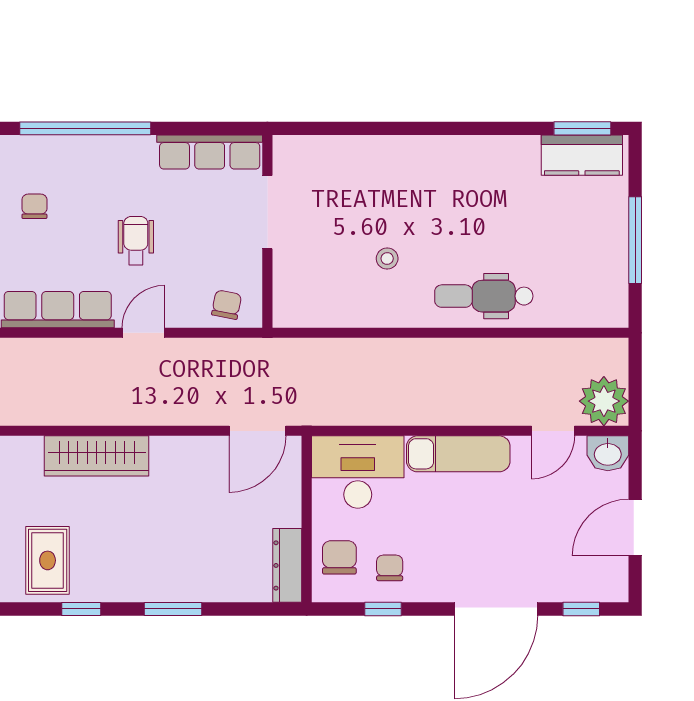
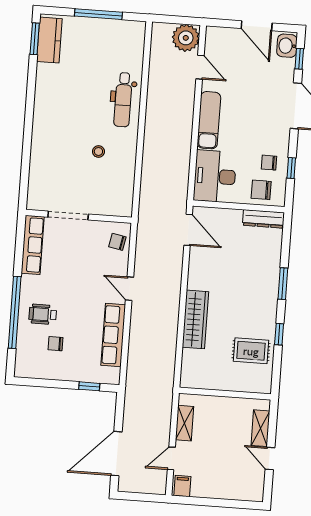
wheelchair: (136, 241) -> (43, 314), moved
washbasin: (608, 453) -> (287, 46), moved, turned 180

